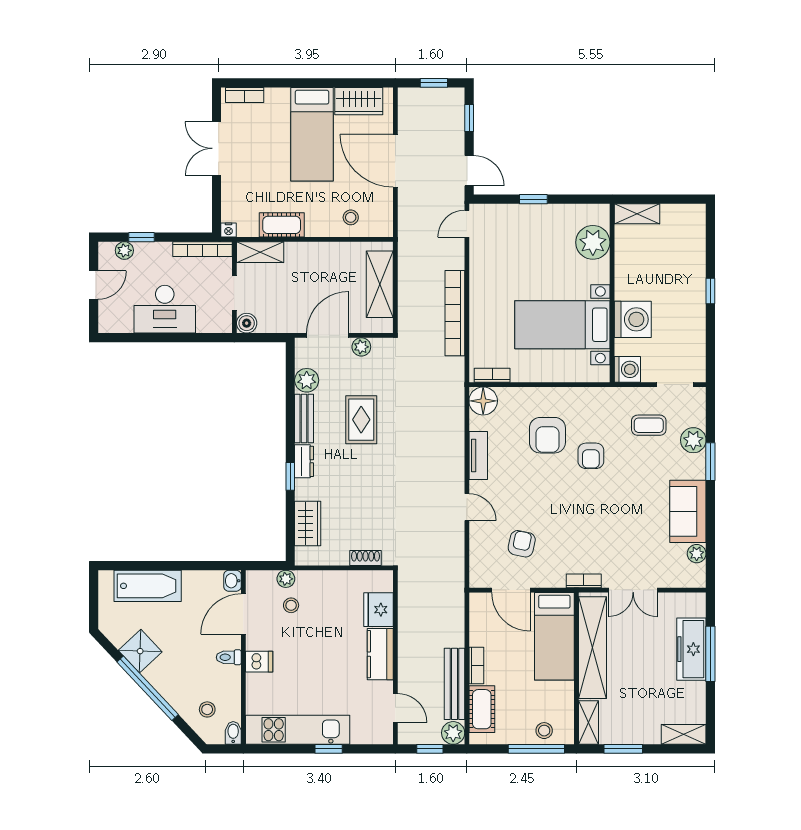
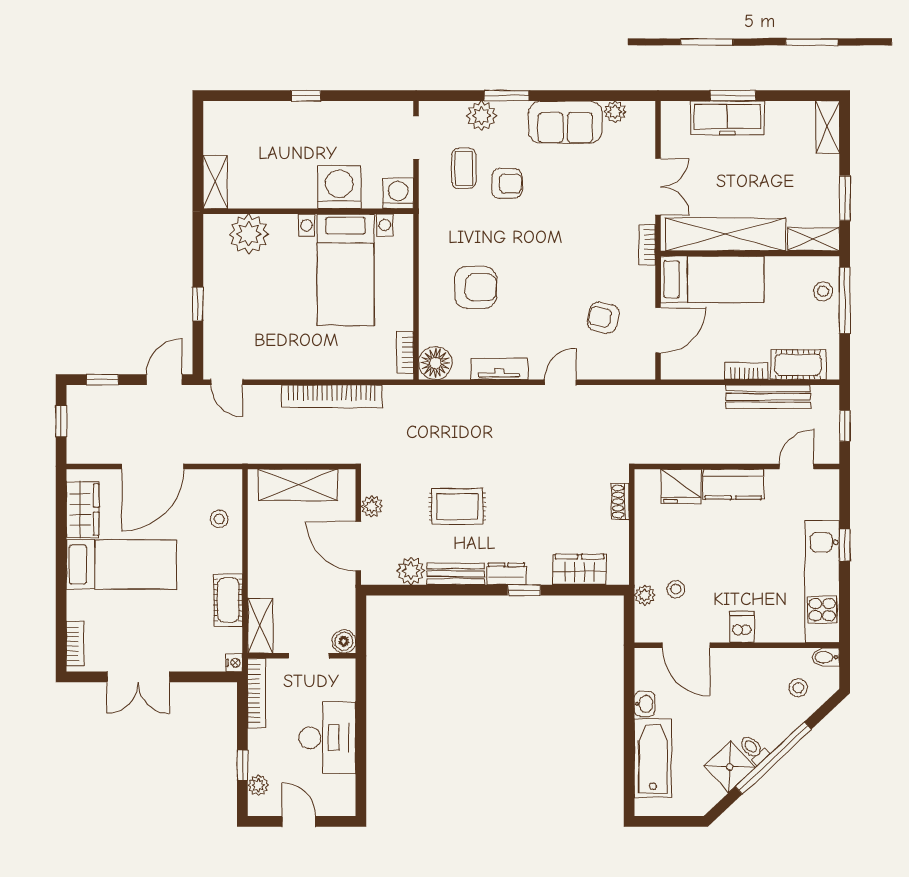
armchair: (591, 456) -> (507, 183), moved
washbasin: (232, 581) -> (644, 704), moved, turned -90
window: (710, 654) -> (733, 96), width x0.69
toilet: (229, 657) -> (754, 749), moved, turned 137
plant: (453, 733) -> (826, 398), removed

